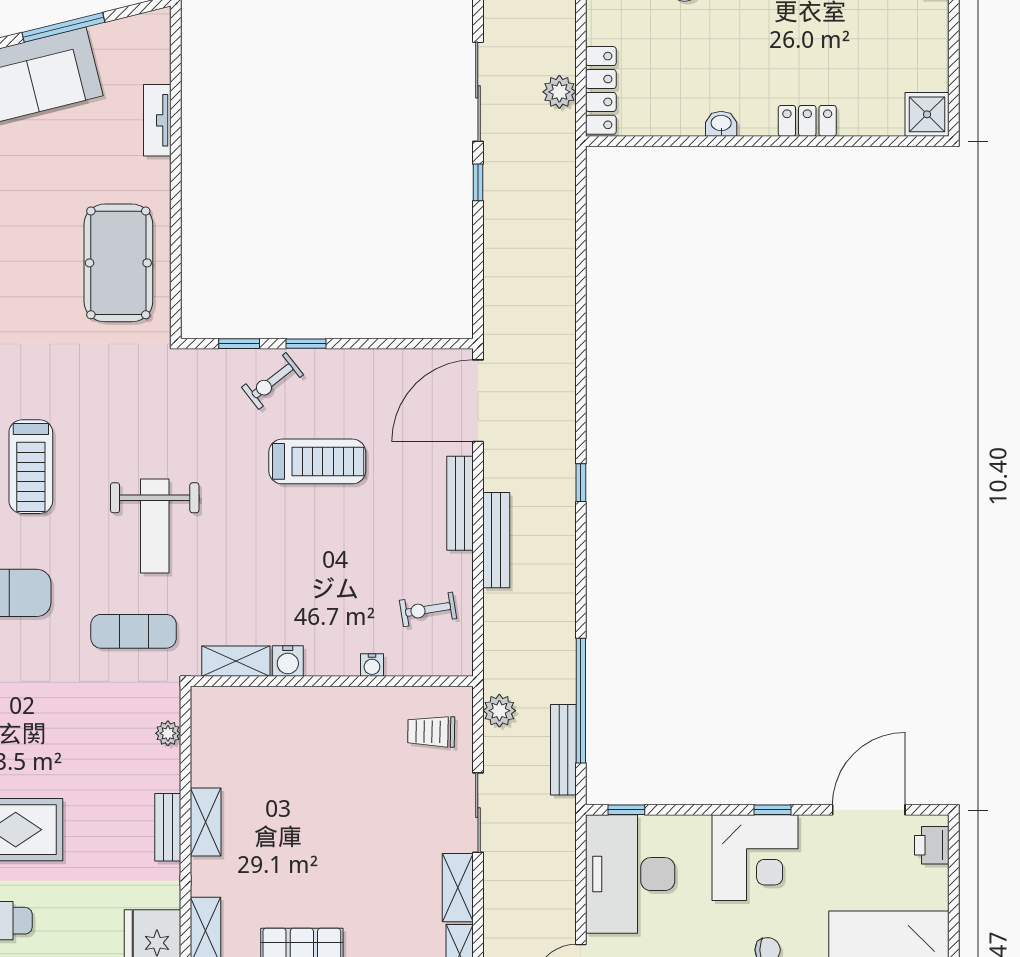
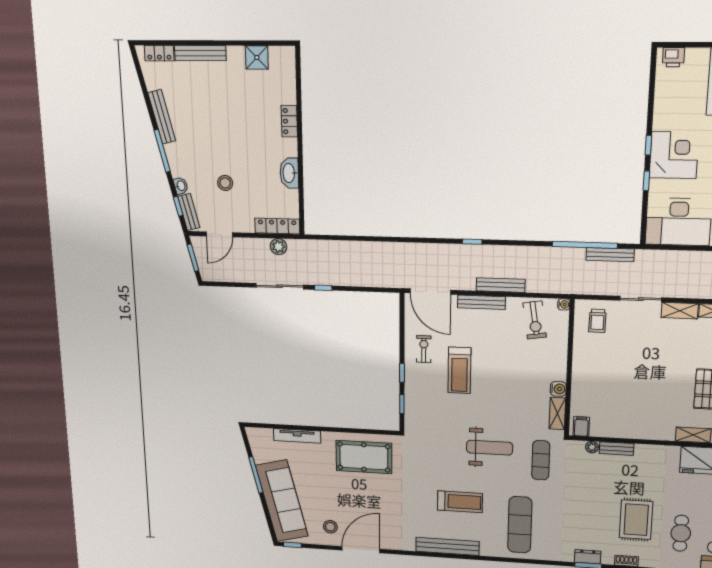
shower: (927, 114) -> (257, 57), moved
tv unit: (157, 120) -> (297, 436), width x1.41
washbasin: (721, 124) -> (289, 173), width x1.91, depth x1.45
exercise bike: (272, 381) -> (424, 349), moved, turned -142
treadmill: (317, 461) -> (459, 370), turned 180
exercise bike: (428, 609) -> (535, 320), width x1.38, depth x1.39
water cooler: (372, 665) -> (564, 304), moved
filing cabinet: (211, 710) -> (581, 426), added
plant: (499, 711) -> (588, 286), removed
window: (626, 810) -> (646, 181), moved
door: (869, 810) -> (652, 92), removed
shelving: (206, 822) -> (638, 432), removed
bench: (168, 827) -> (617, 449), moved

